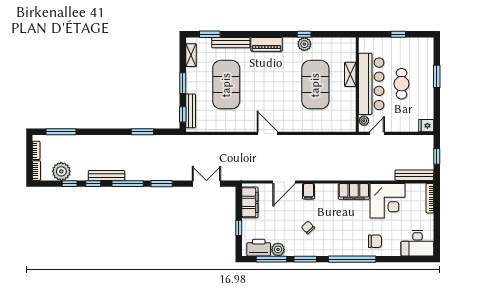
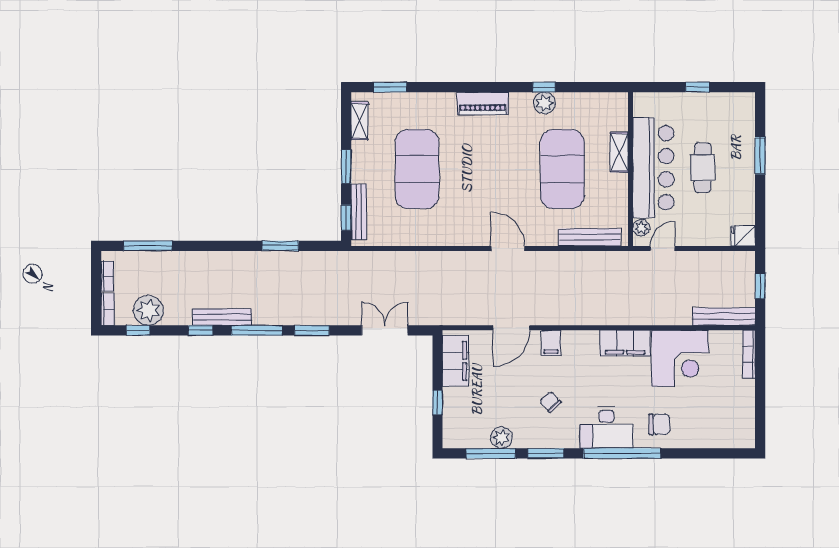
bench: (231, 43) -> (589, 237), moved
door: (267, 133) -> (508, 248), moved
window: (70, 184) -> (138, 330), moved
desk: (417, 243) -> (607, 428), moved
printer: (259, 248) -> (470, 435), removed

